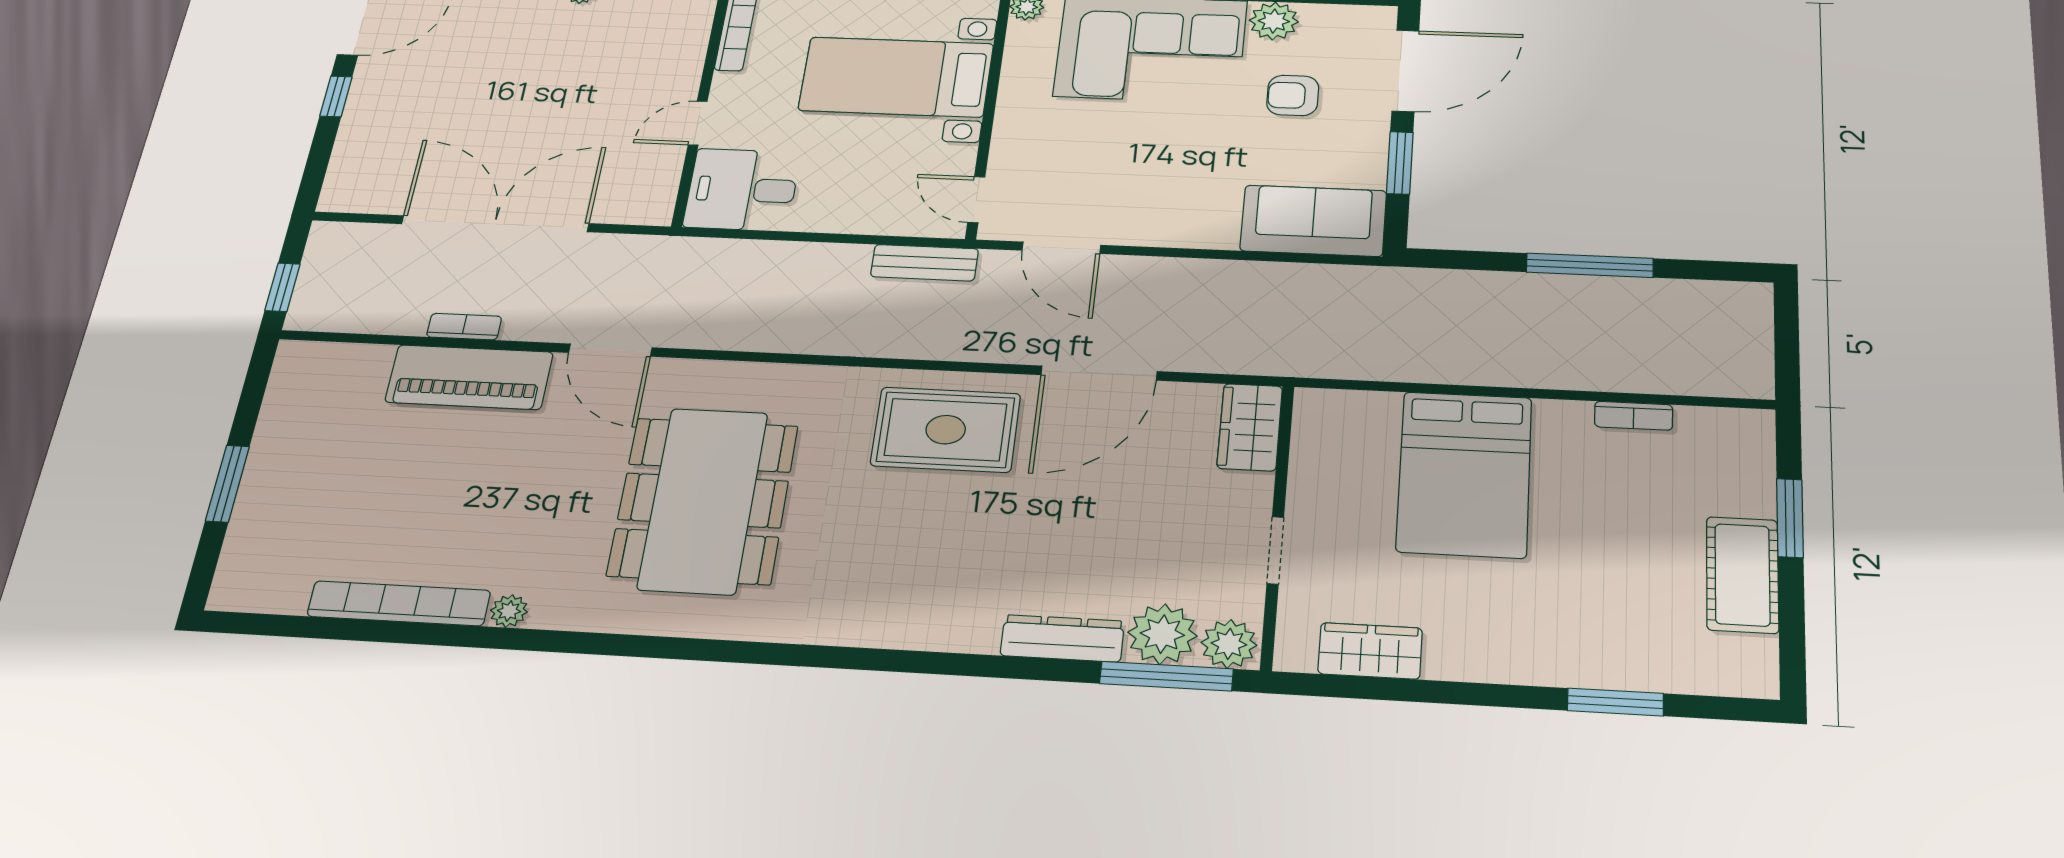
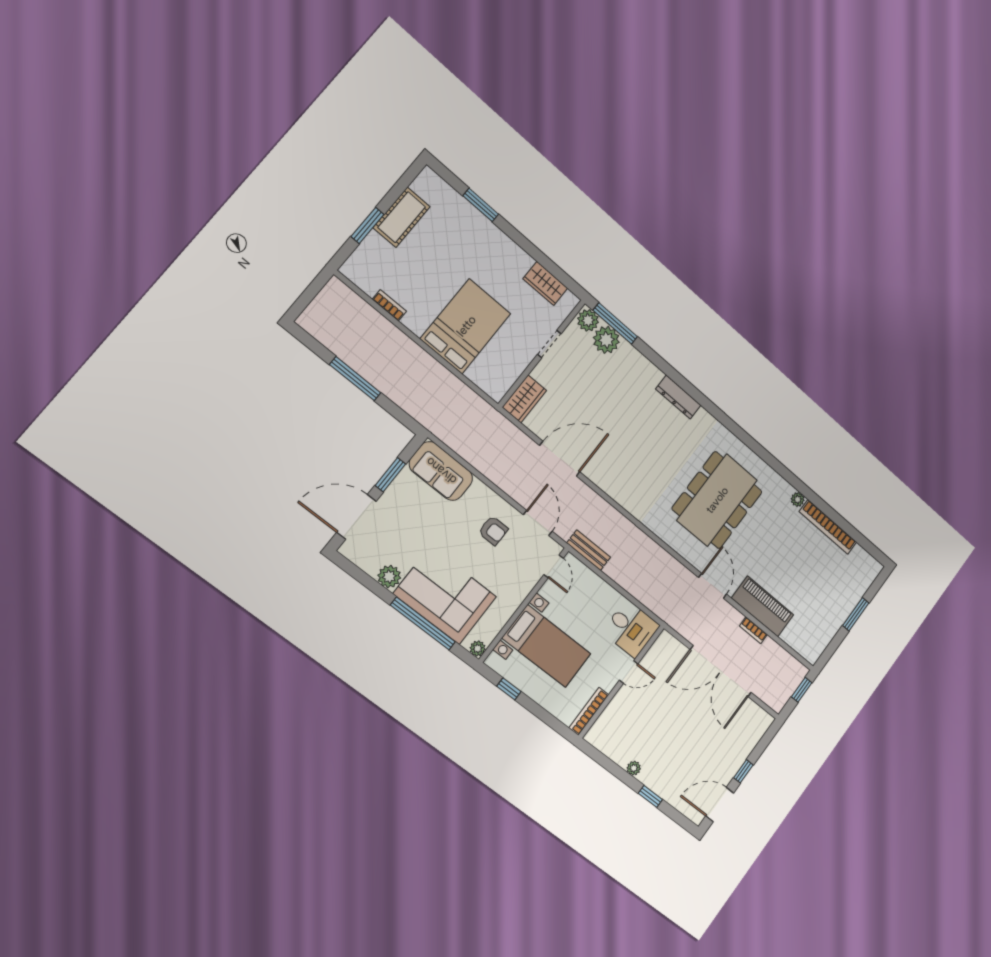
armchair: (1293, 95) -> (493, 531), moved
rug: (946, 430) -> (625, 472), removed
dresser: (1062, 638) -> (678, 397), moved

